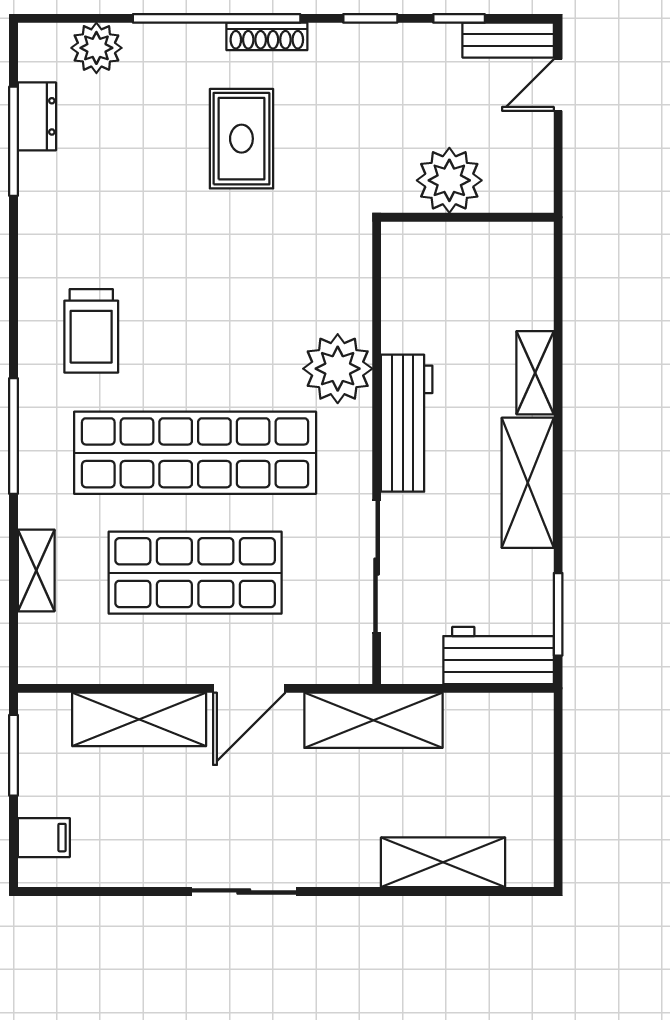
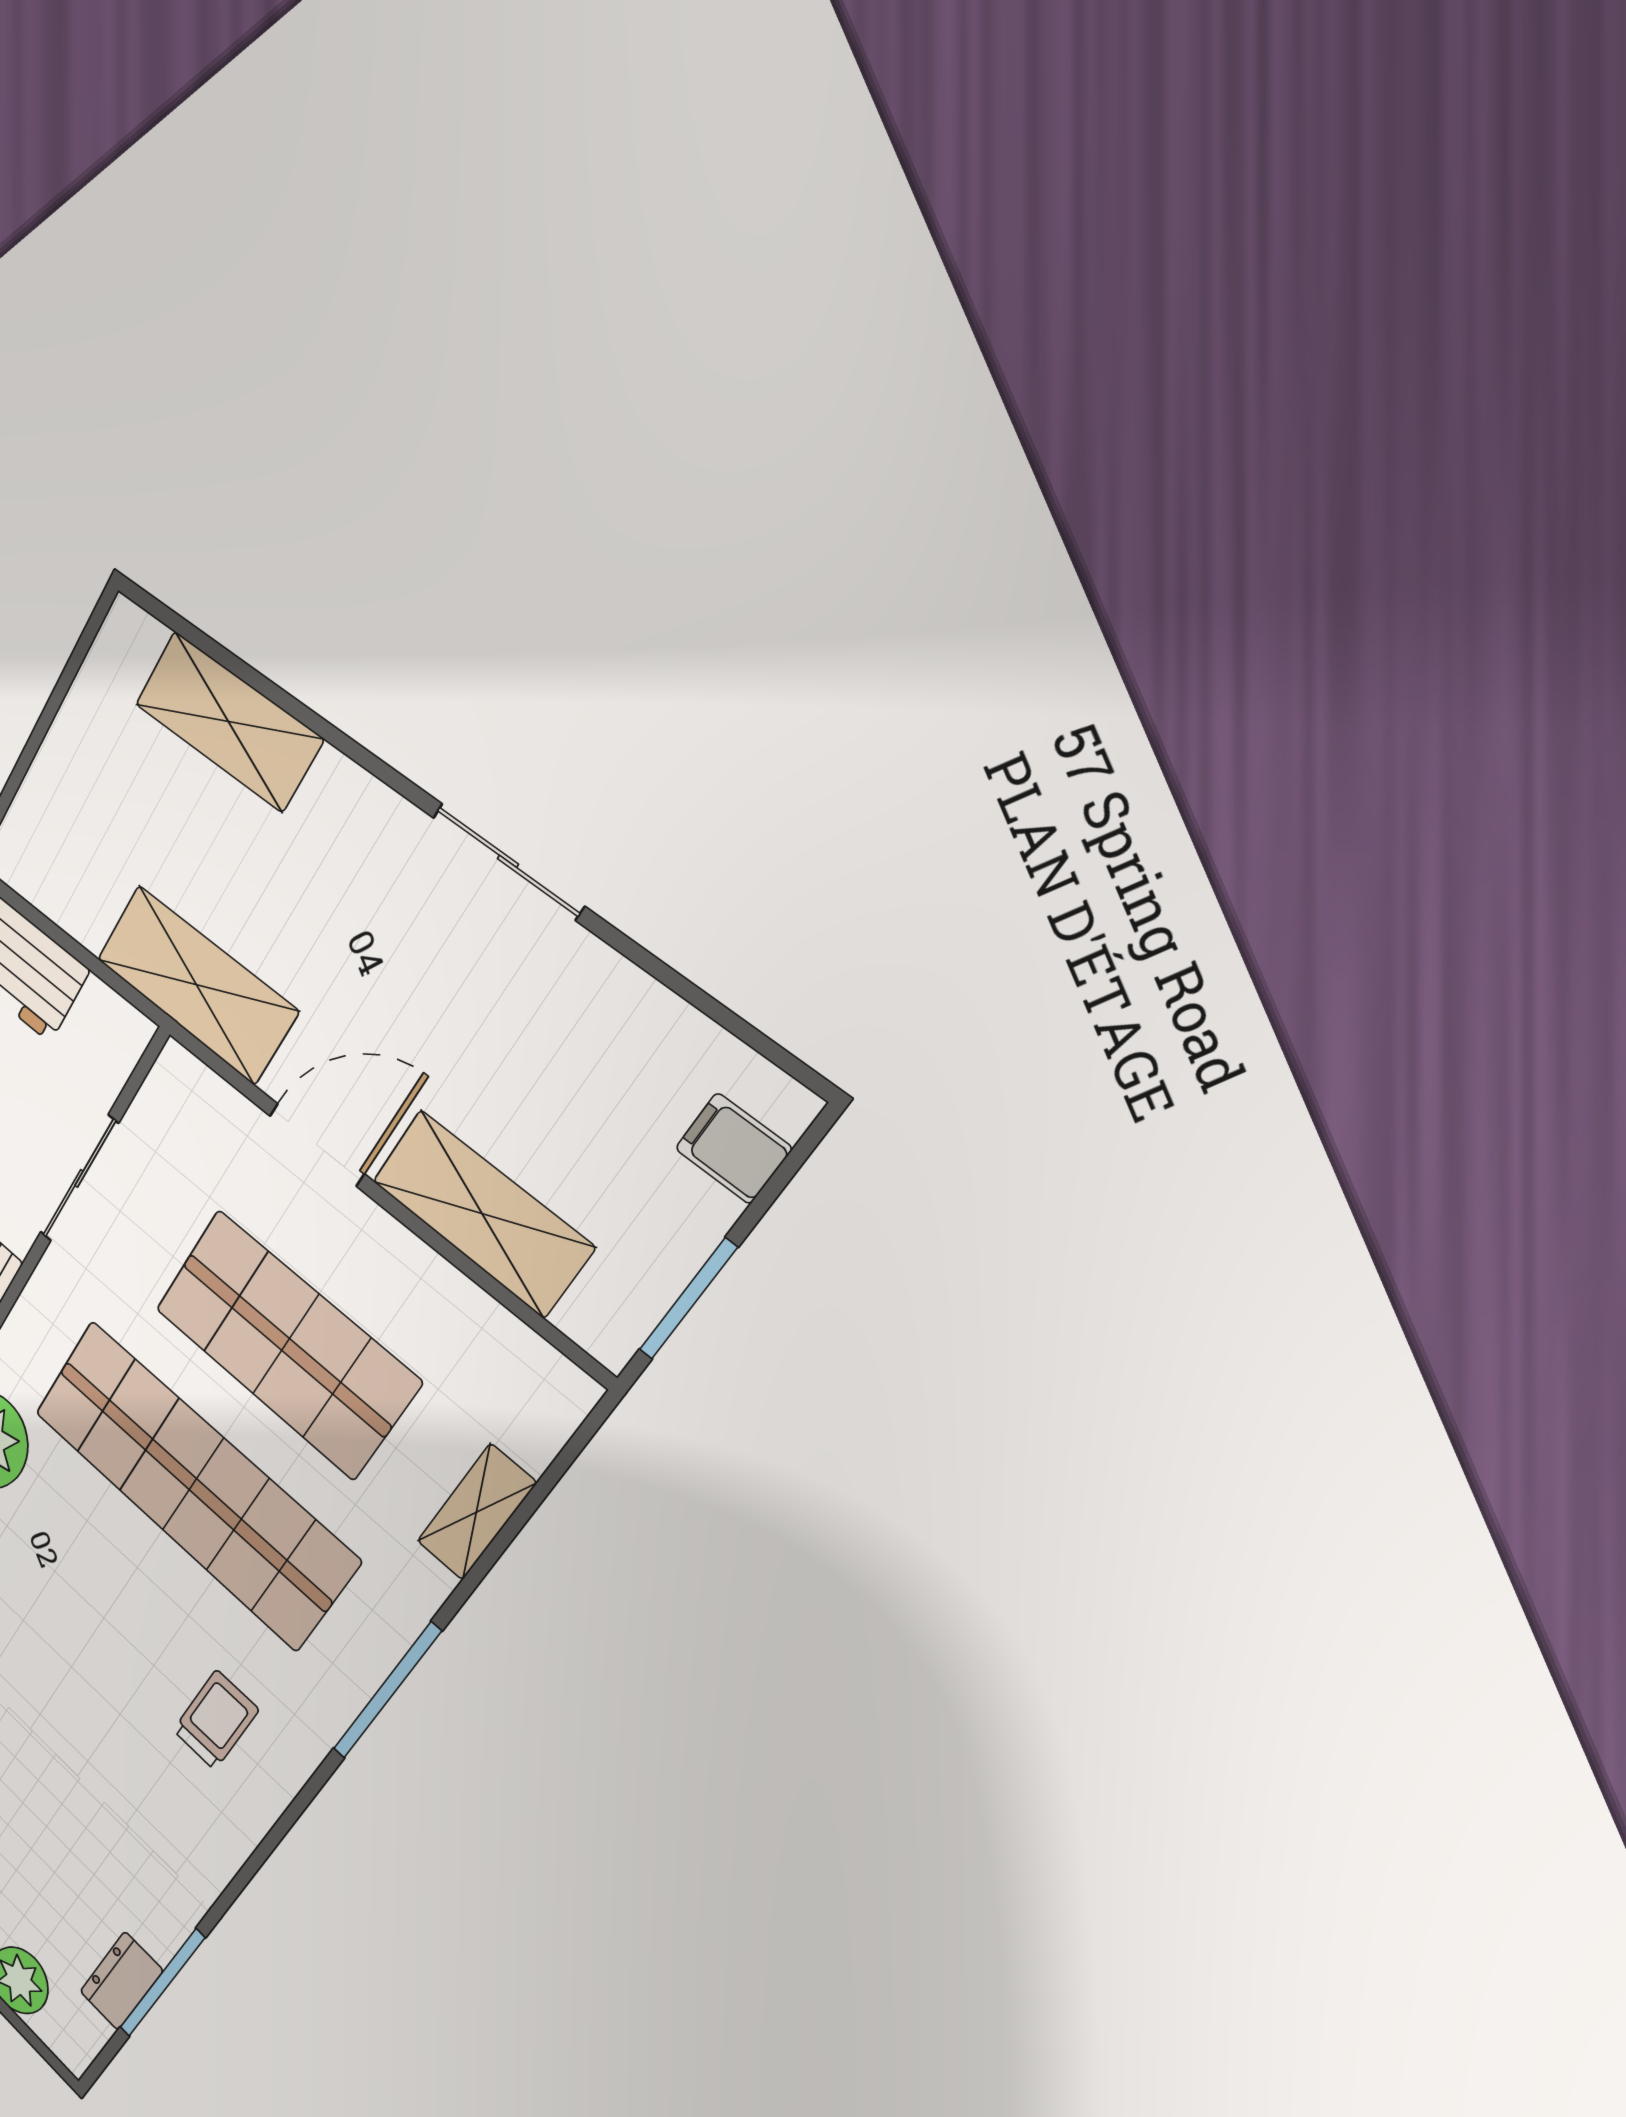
trolley: (91, 331) -> (216, 1720), width x0.73, depth x0.72
sliding door: (377, 567) -> (79, 1178), width x0.73

